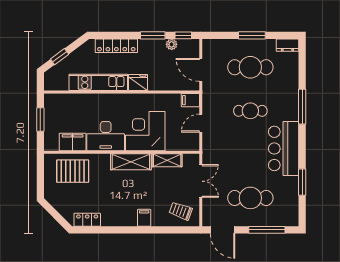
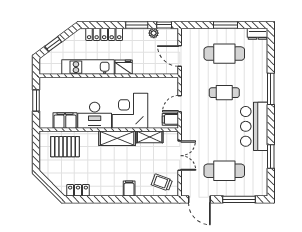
filing cabinet: (190, 100) -> (170, 119), moved

